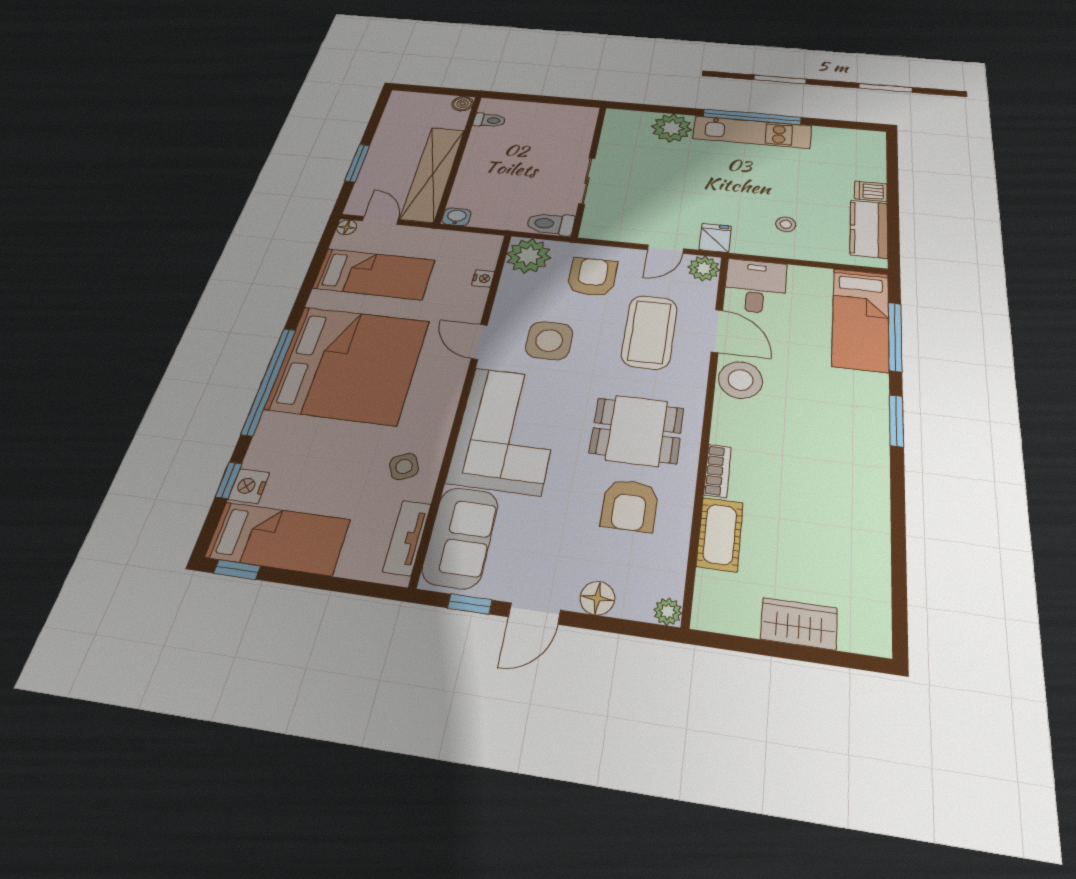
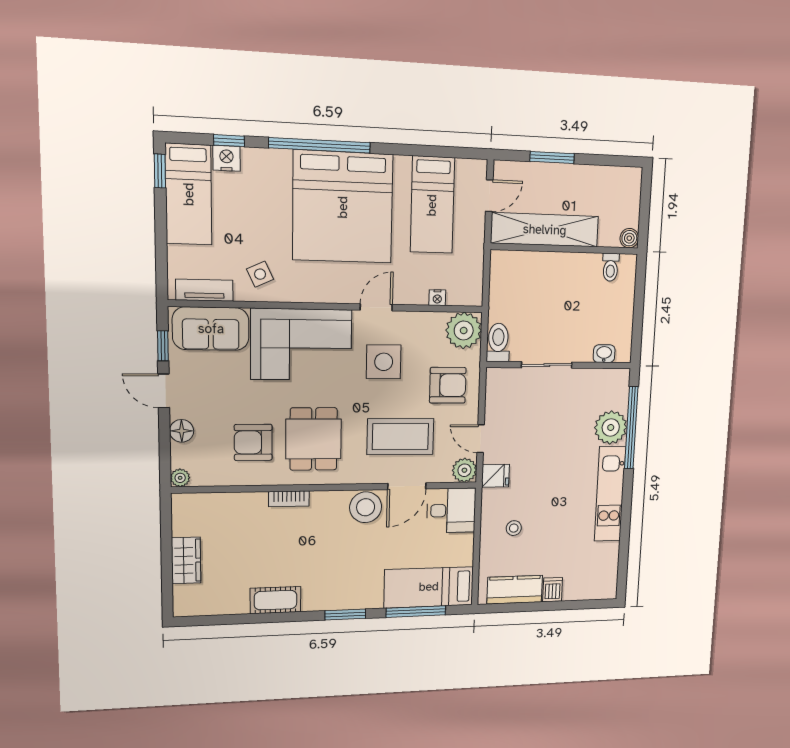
window: (752, 117) -> (631, 428), moved
washbasin: (456, 217) -> (604, 354), moved, turned -90
floor lamp: (347, 227) -> (479, 167), removed
cot: (720, 534) -> (276, 600), moved

